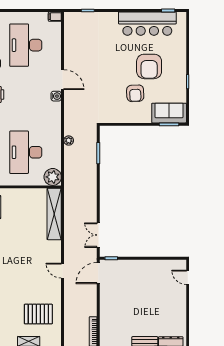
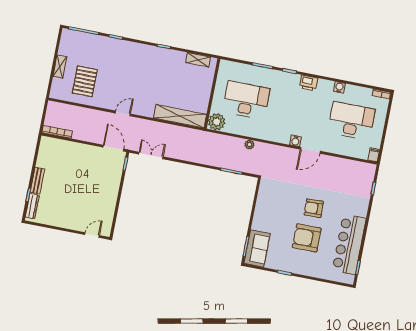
armchair: (135, 93) -> (314, 208), moved

